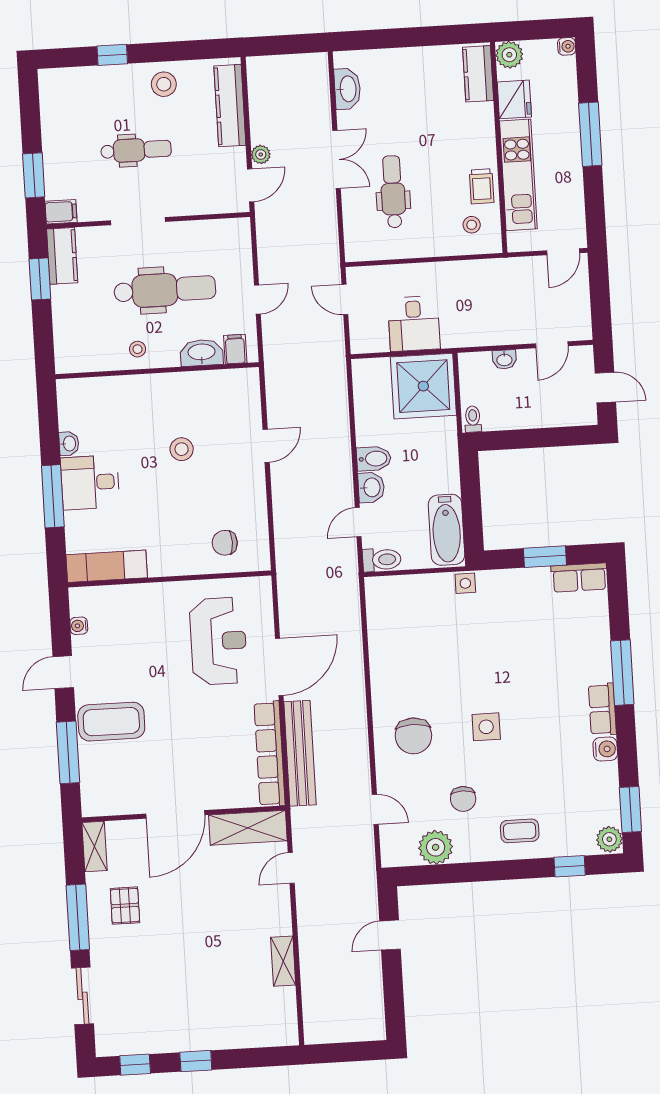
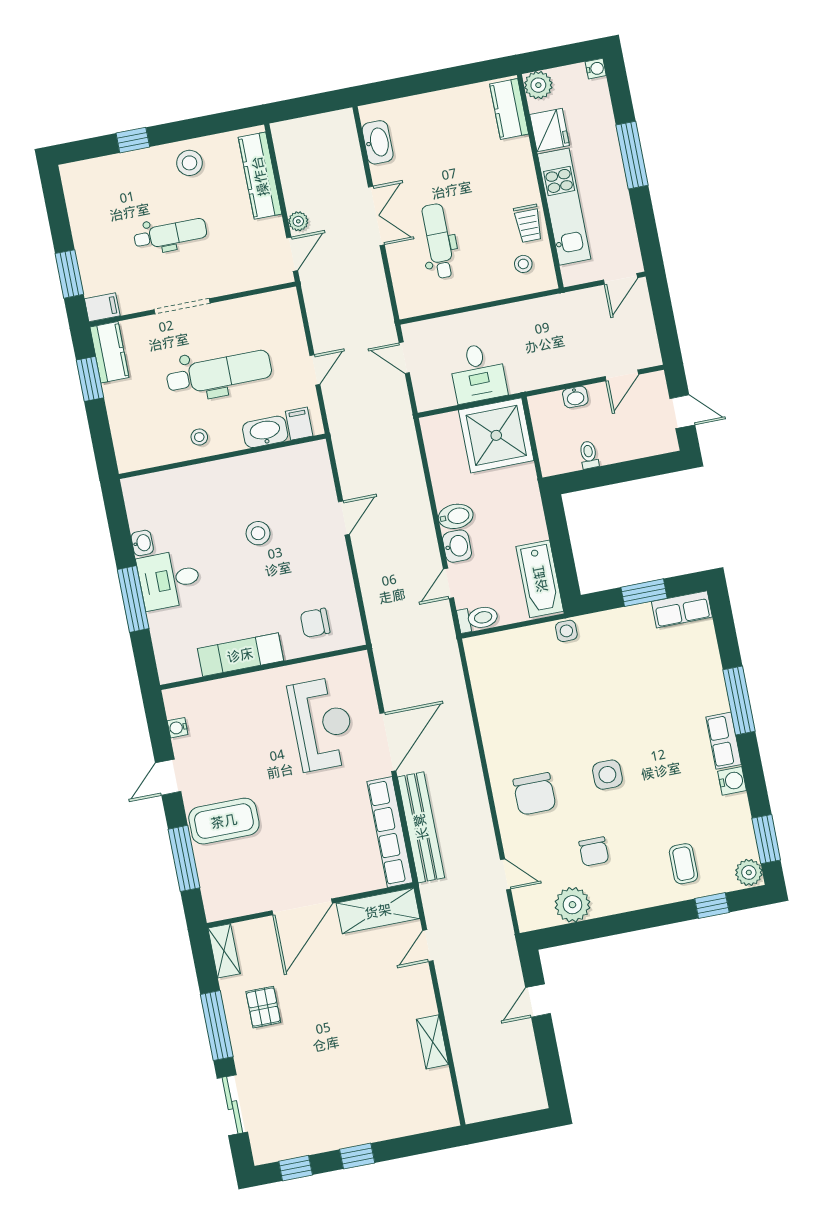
toilet: (473, 419) -> (589, 455), moved
exam couch: (107, 566) -> (240, 655), moved
coffee table: (520, 831) -> (683, 864), moved, turned 90

